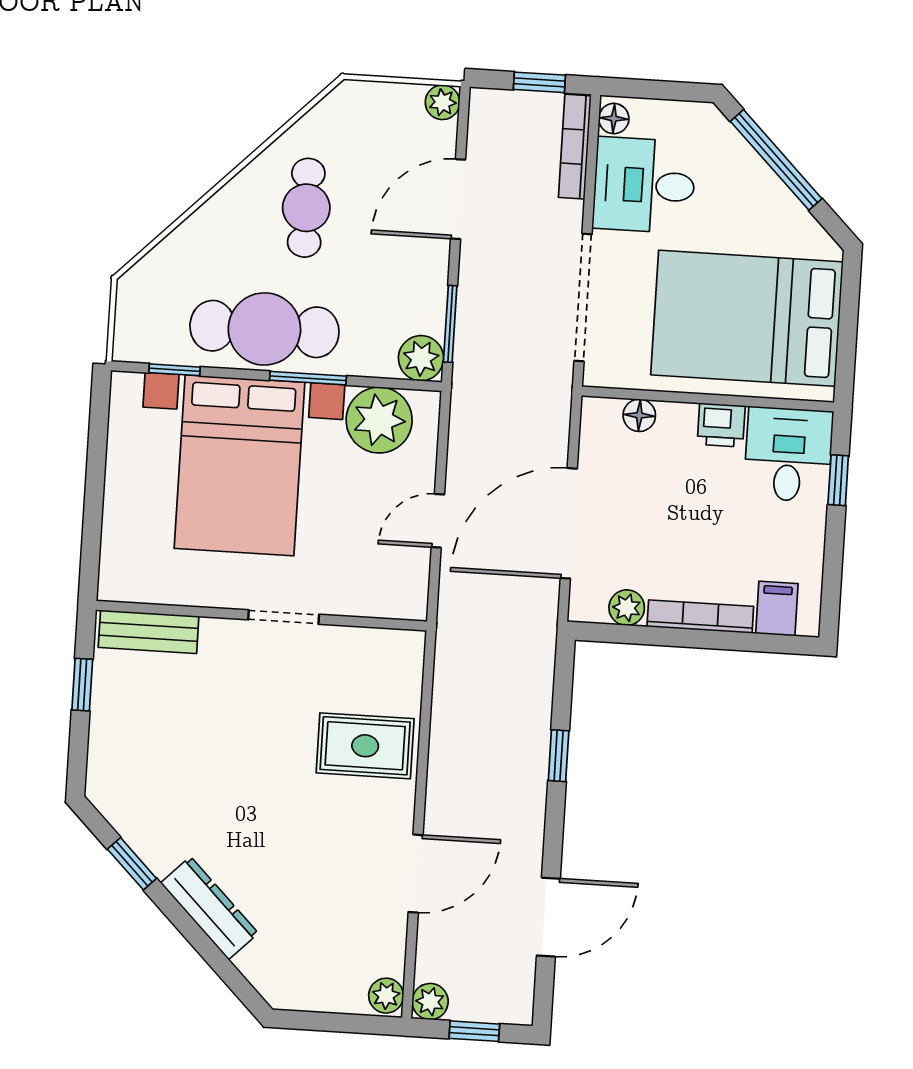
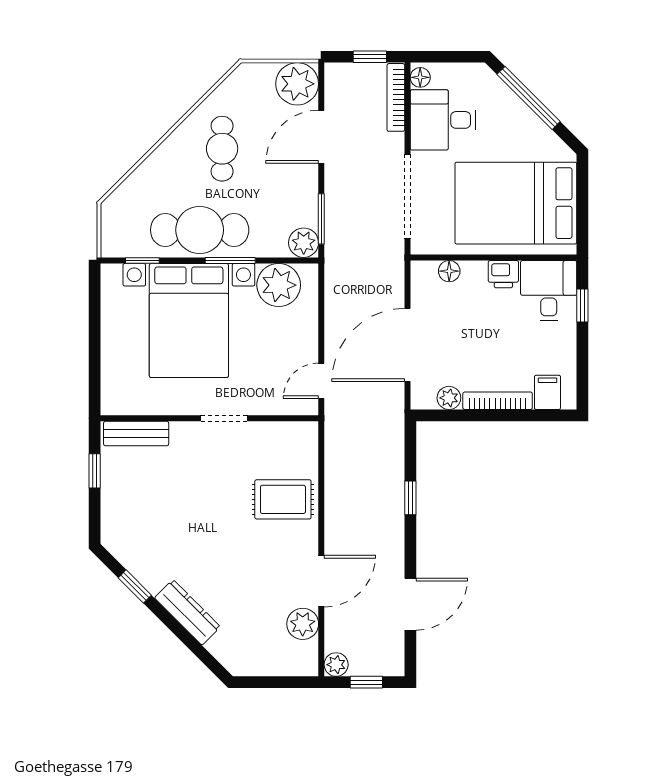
plant: (442, 102) -> (297, 84), width x1.88, depth x1.88
door: (438, 521) -> (321, 381), moved
plant: (386, 996) -> (303, 624), moved, width x1.38, depth x1.38

